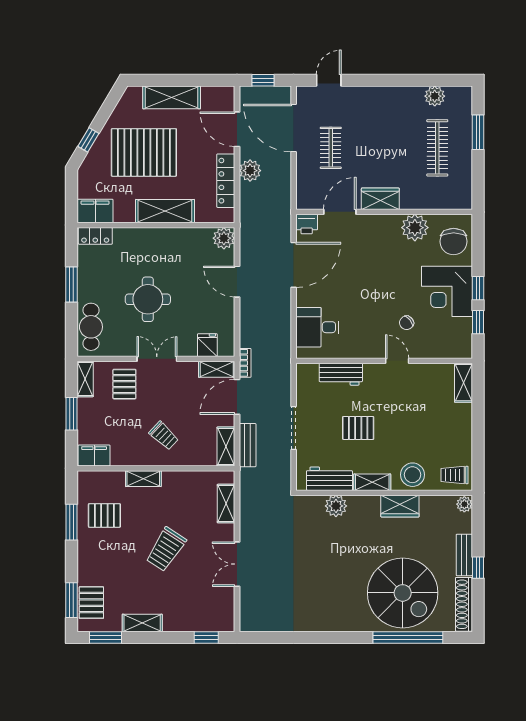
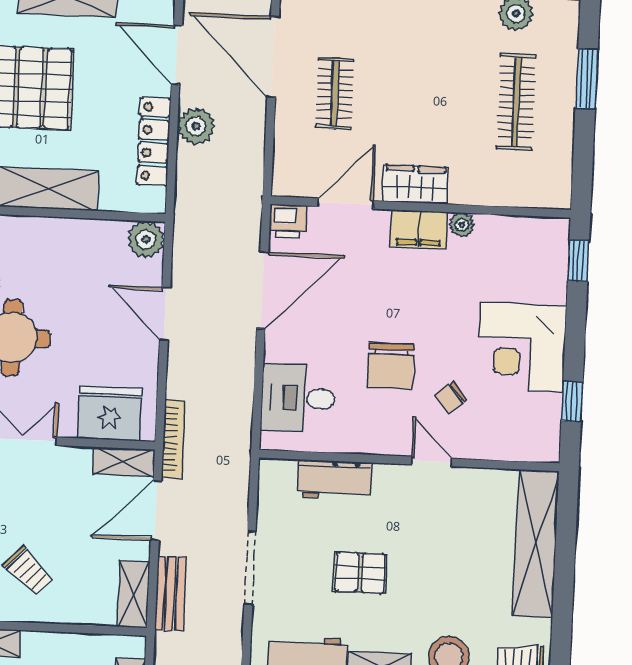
filing cabinet: (384, 225) -> (419, 229), added
plant: (415, 228) -> (462, 225), width x0.53, depth x0.53
chair: (454, 241) -> (391, 366), moved
window: (478, 288) -> (578, 261), moved
fridge: (207, 345) -> (110, 413), width x1.88, depth x1.34
bookcase: (245, 363) -> (173, 439), width x1.56
shelving: (463, 383) -> (536, 544), width x2.20, depth x1.33

